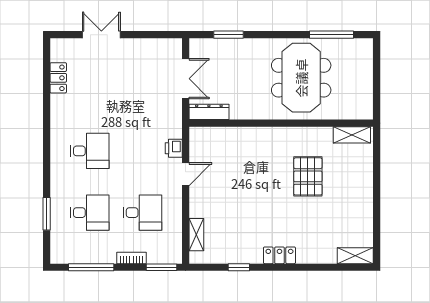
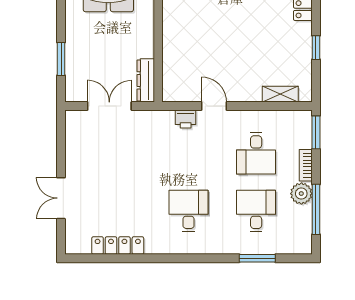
locker: (58, 78) -> (118, 246), width x1.53
desk: (142, 213) -> (256, 153), turned 180
plant: (106, 254) -> (301, 194), added

